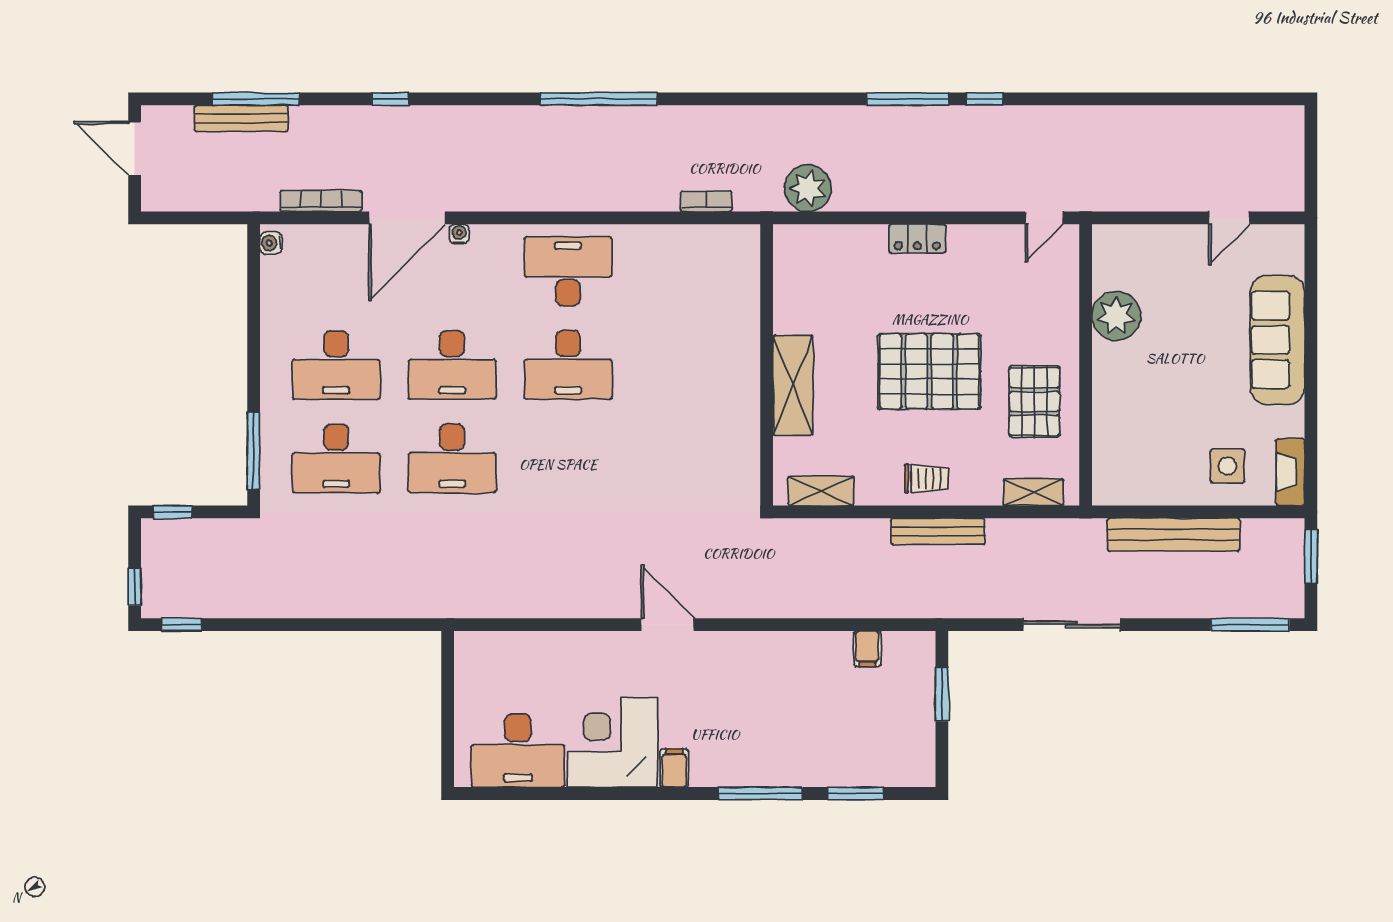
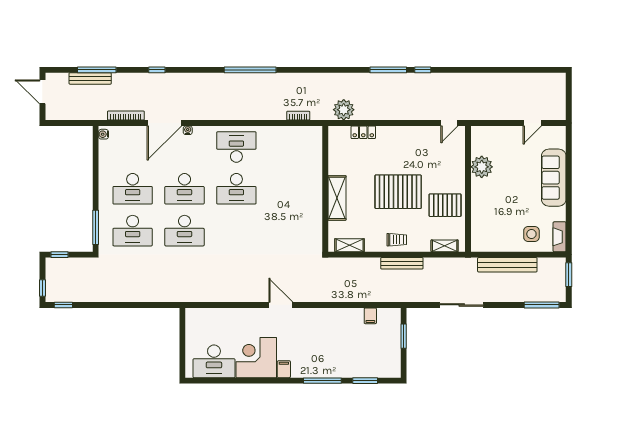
locker: (917, 239) -> (363, 132), moved
pallet: (1034, 401) -> (445, 205), turned 90

